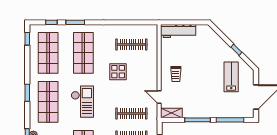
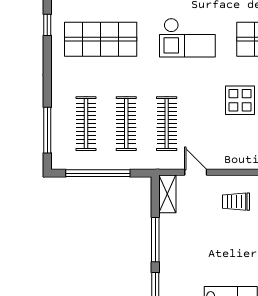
door: (159, 97) -> (196, 172), hinge flipped

